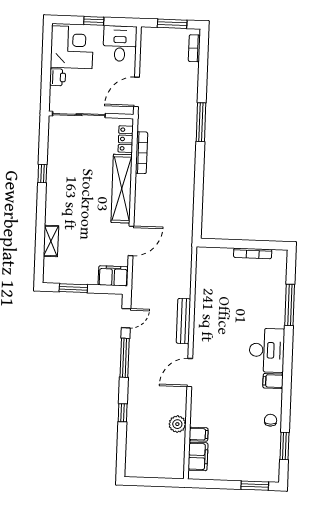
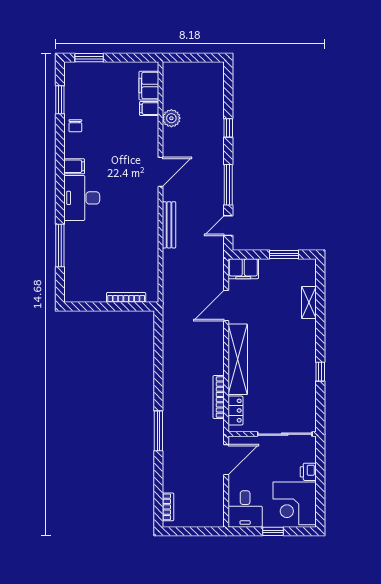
window: (172, 24) -> (192, 531), removed
bookcase: (253, 253) -> (126, 297), moved

